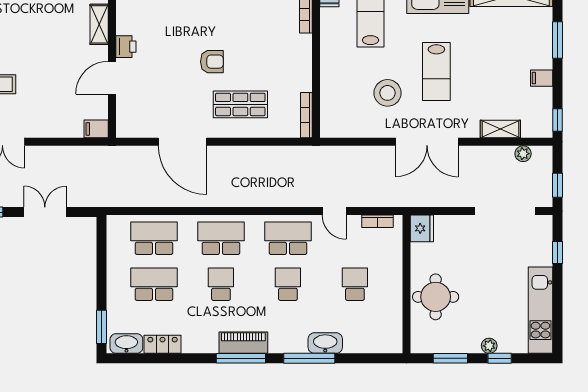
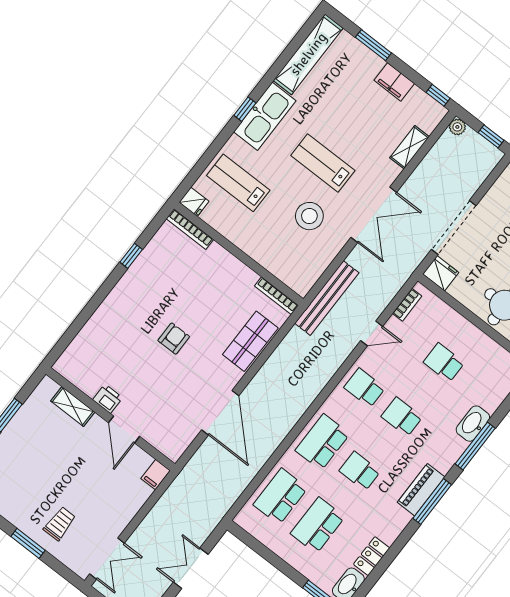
lab bench: (436, 72) -> (323, 163), turned 180
filing cabinet: (542, 78) -> (394, 82), width x2.00
shop shelf: (240, 104) -> (250, 341), moved
door: (183, 142) -> (220, 413), hinge flipped
plant: (523, 154) -> (457, 127), moved
bench: (335, 155) -> (327, 298), added
doorway: (505, 211) -> (454, 228), moved
school desk: (288, 238) -> (365, 388), width x0.54

